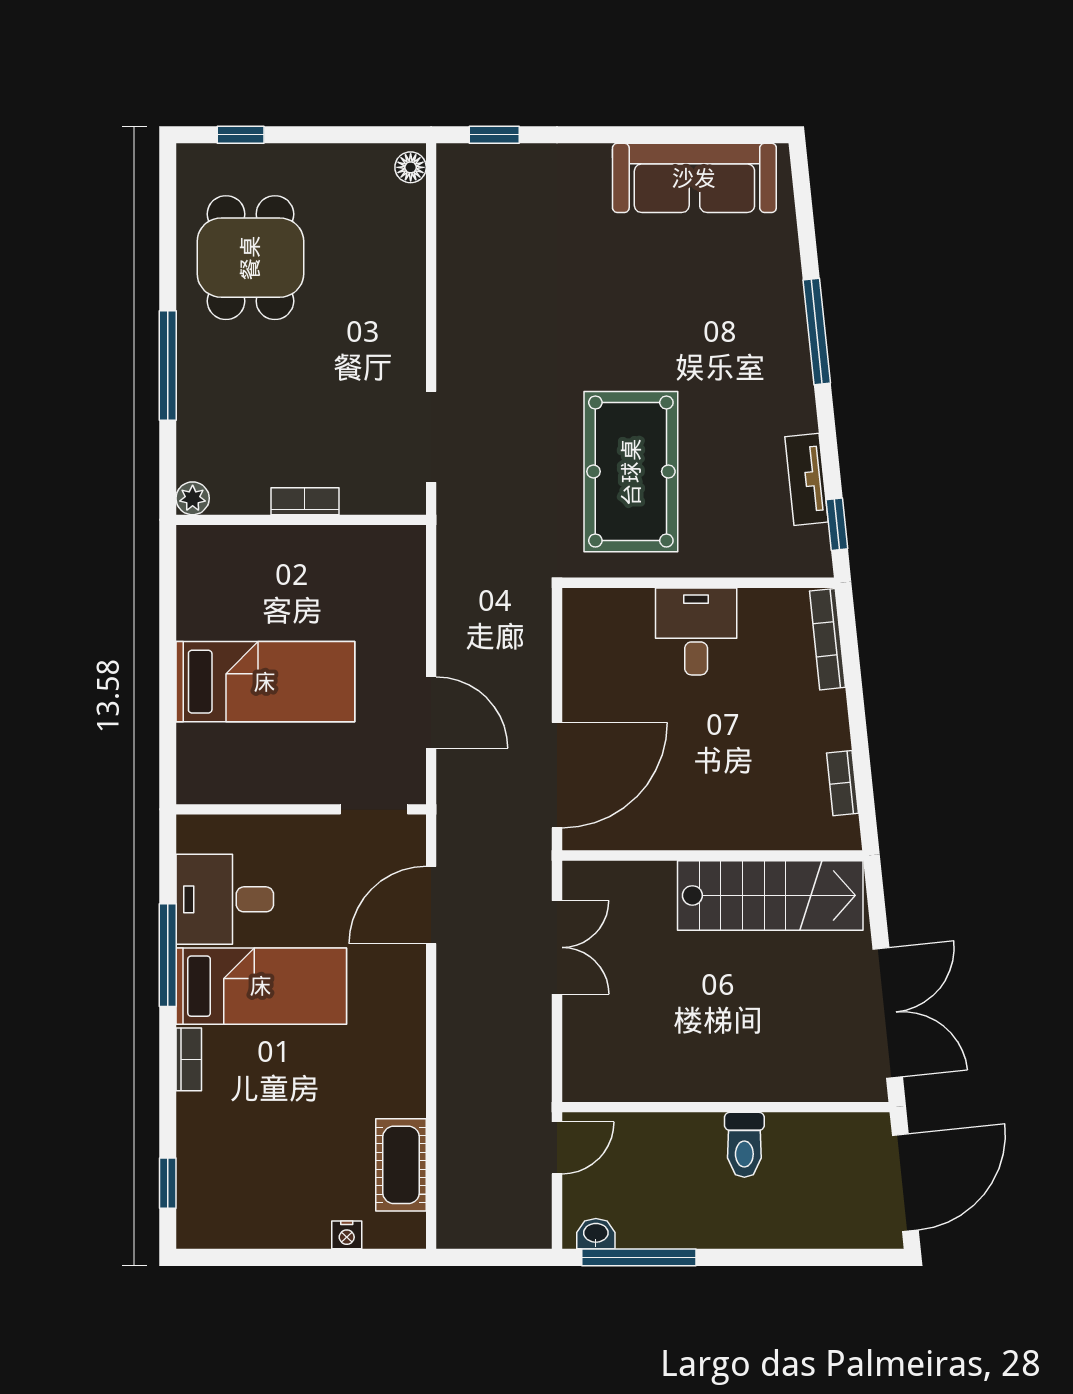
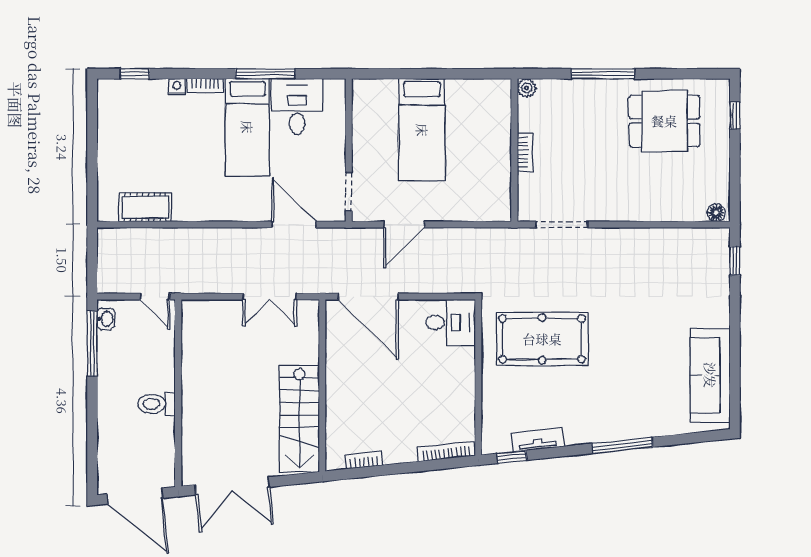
desk: (696, 631) -> (451, 323), moved
nightstand: (347, 1235) -> (177, 87), moved, turned 90

